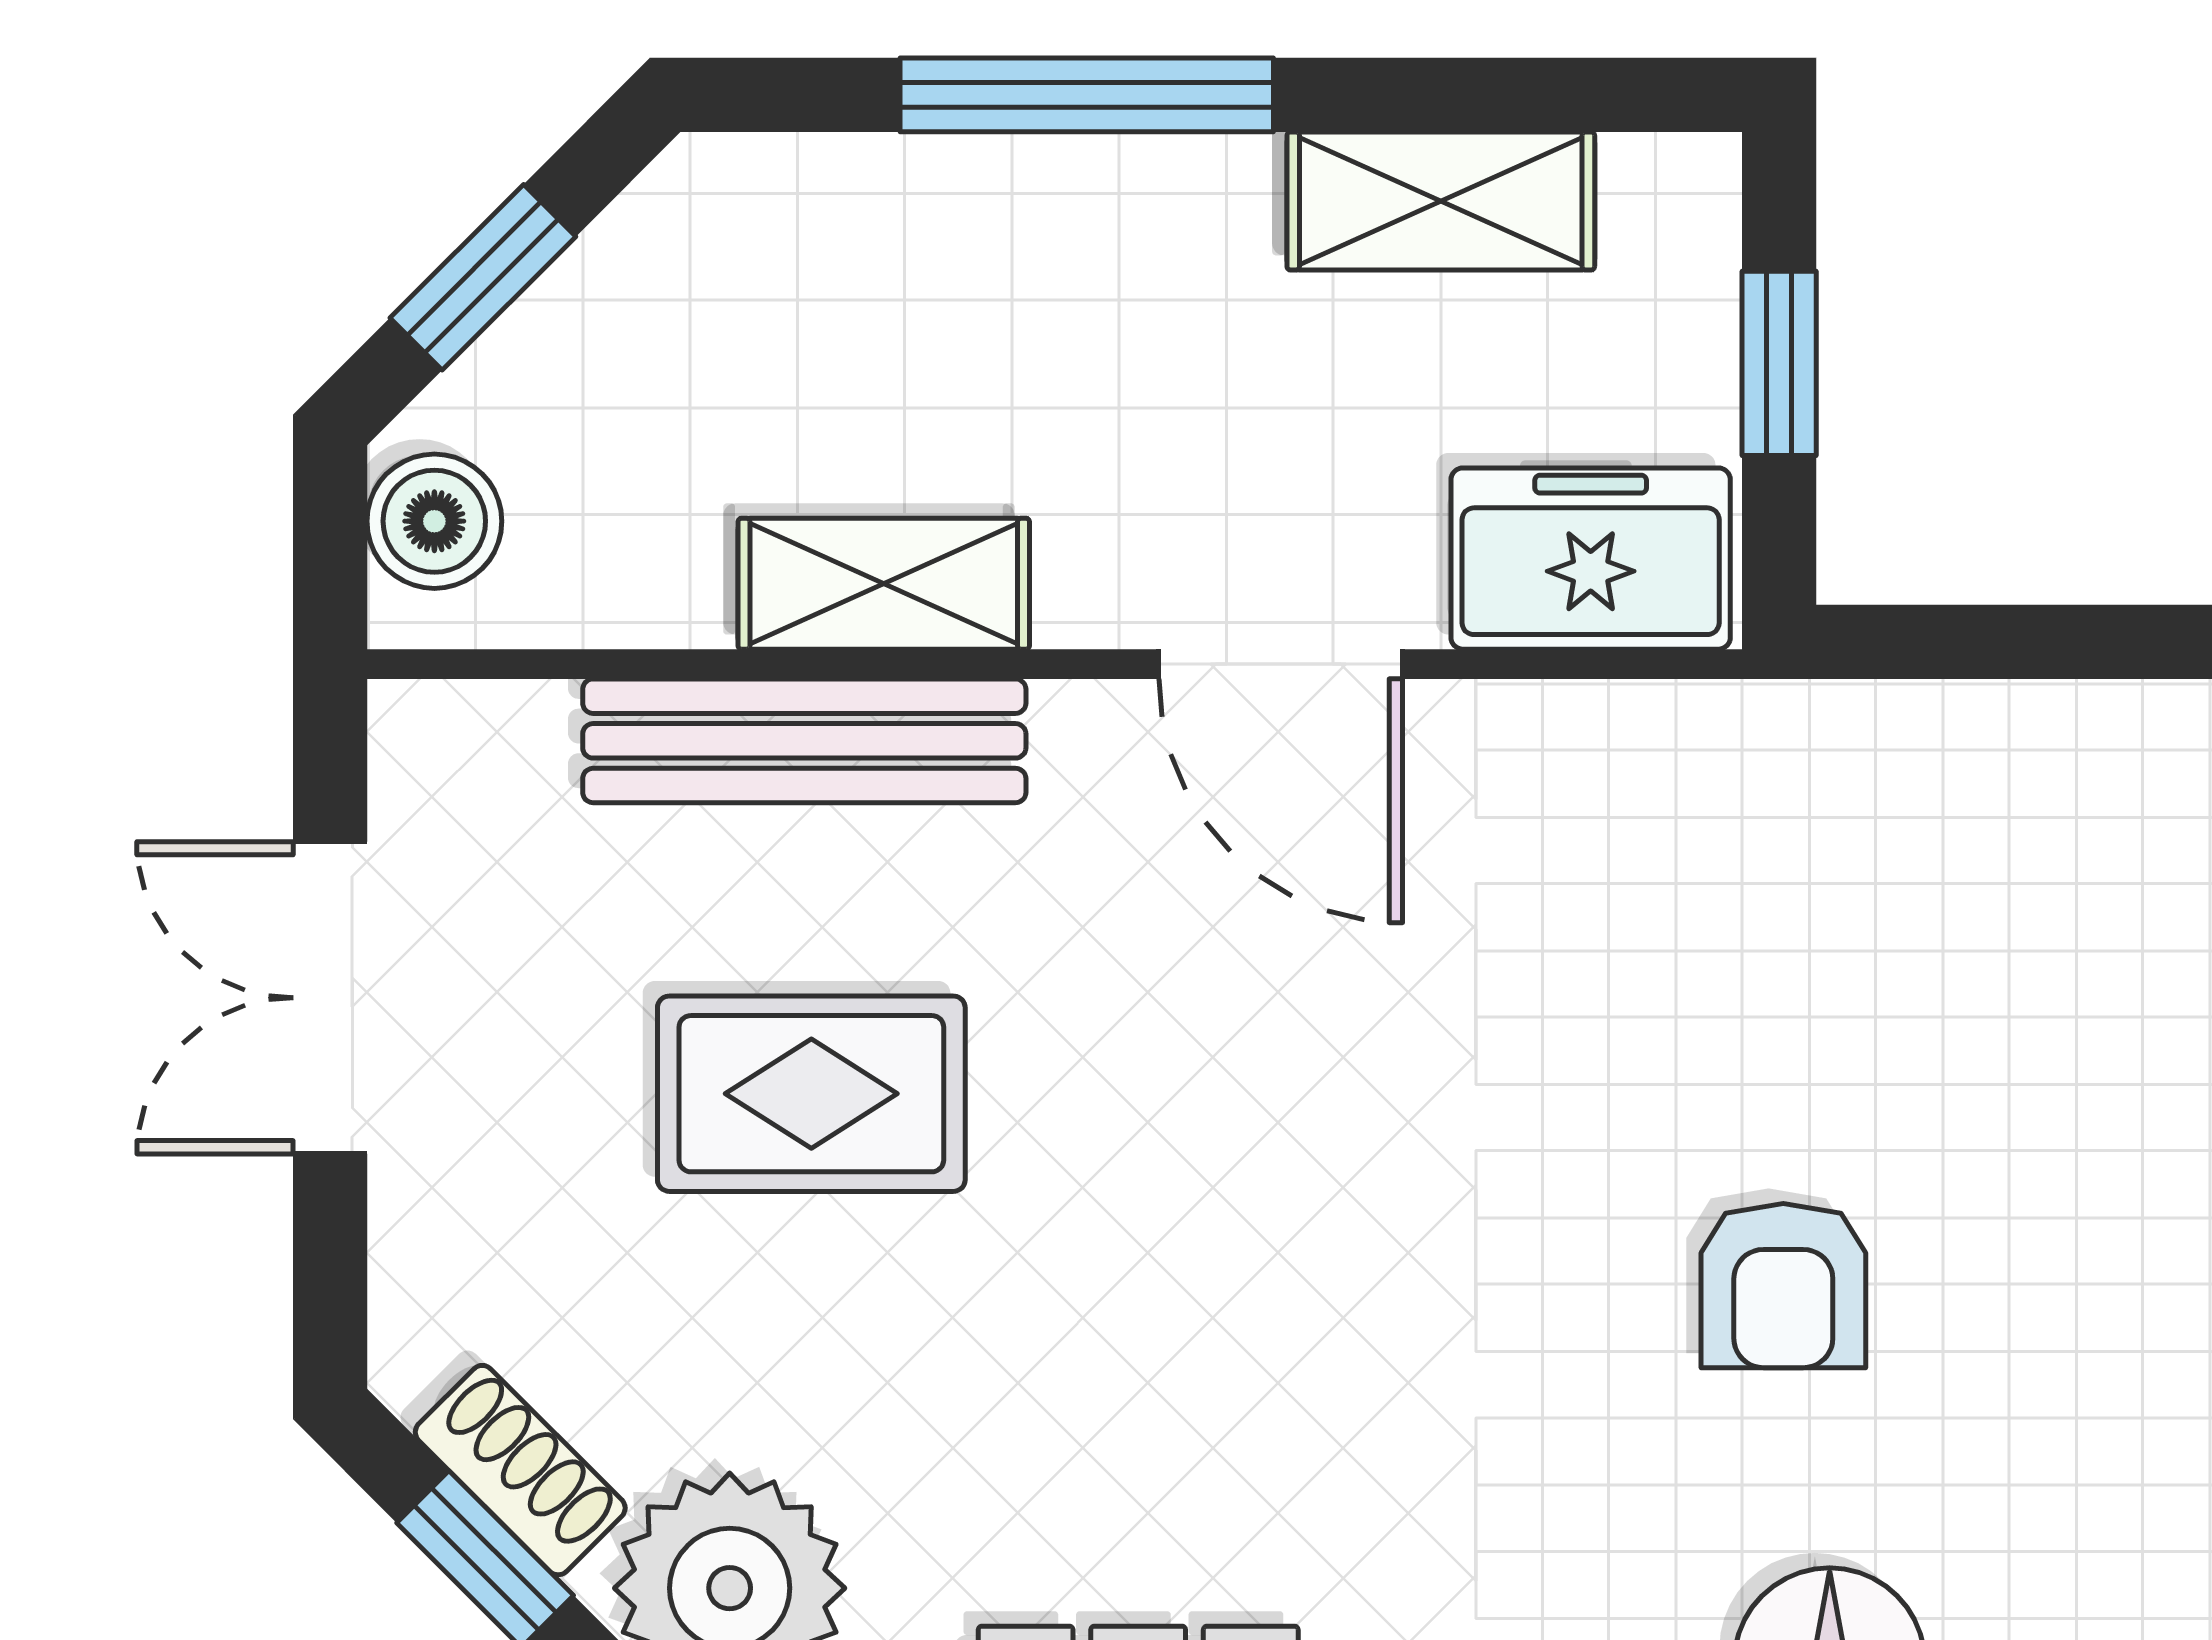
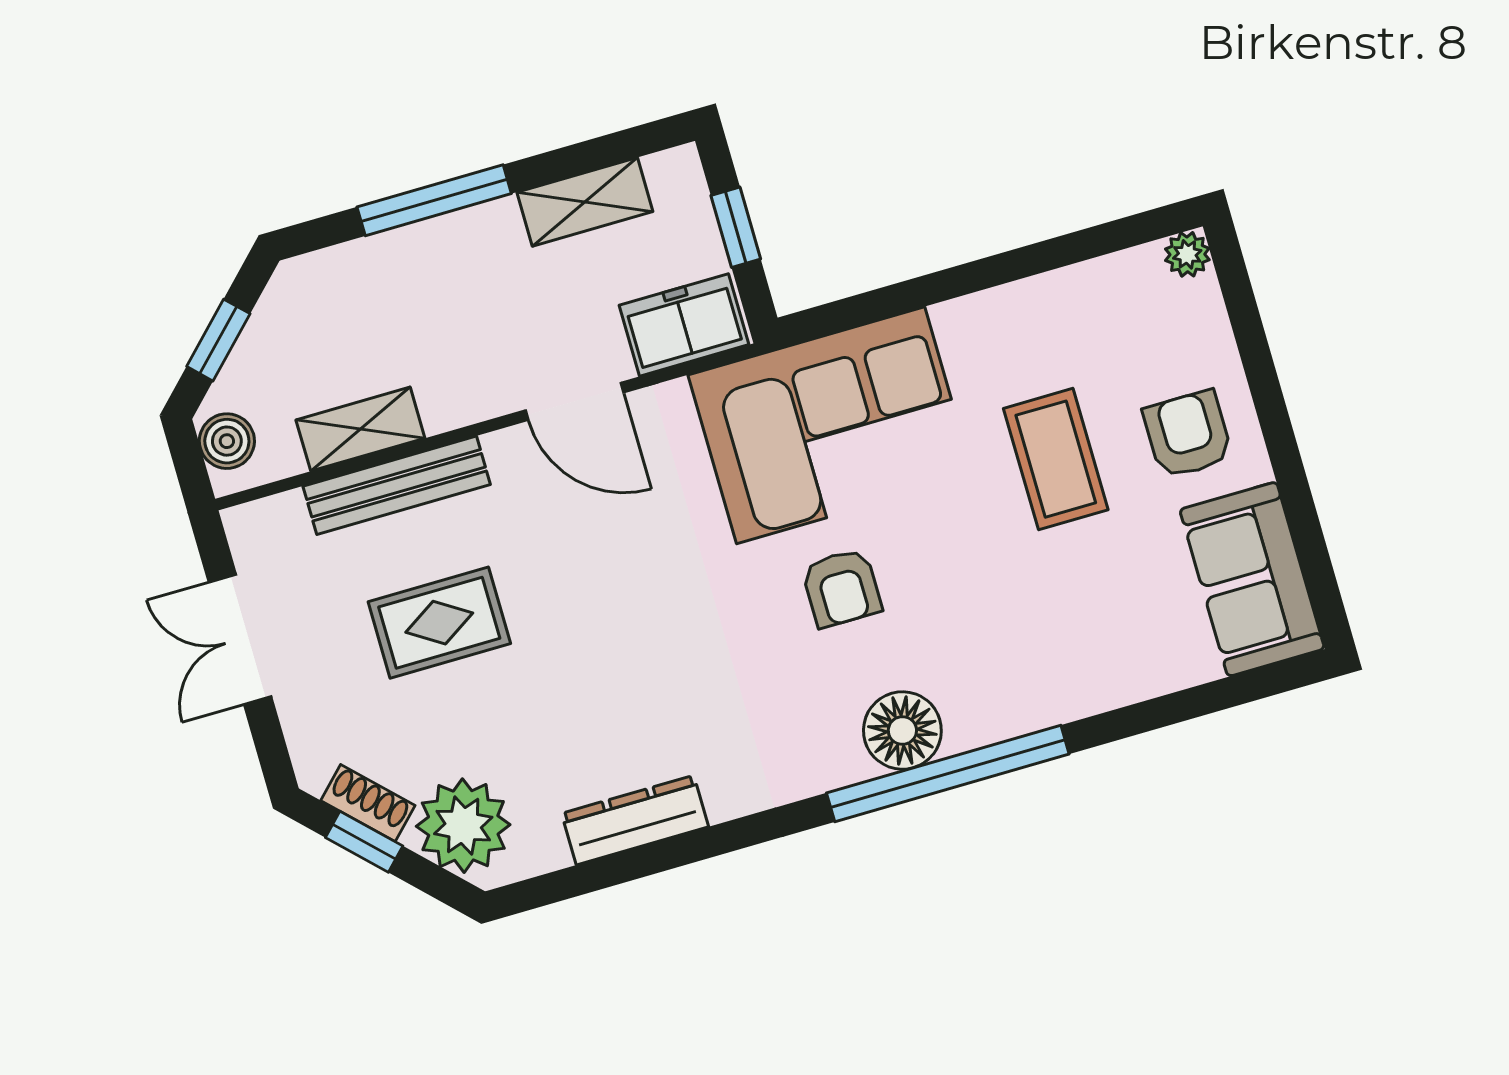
shelving: (884, 584) -> (360, 429), moved
corner sofa: (1868, 894) -> (831, 425), added

